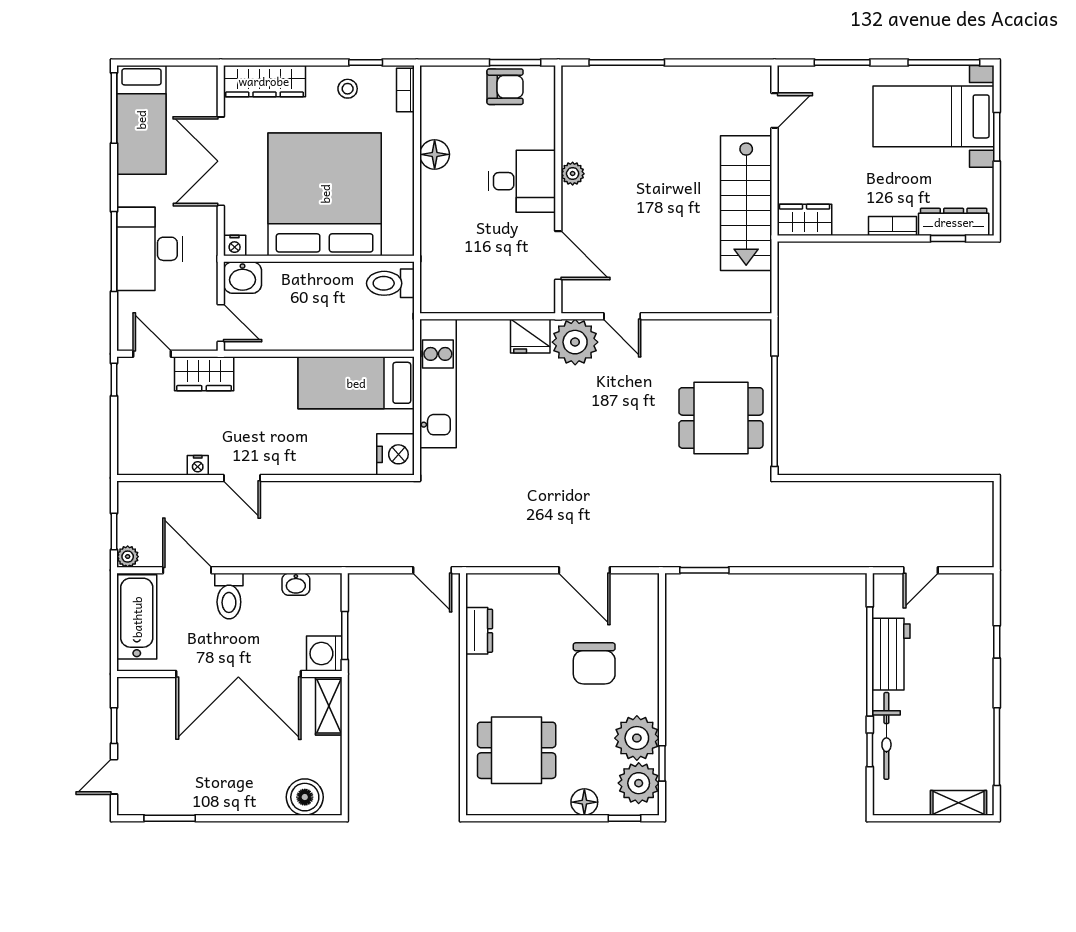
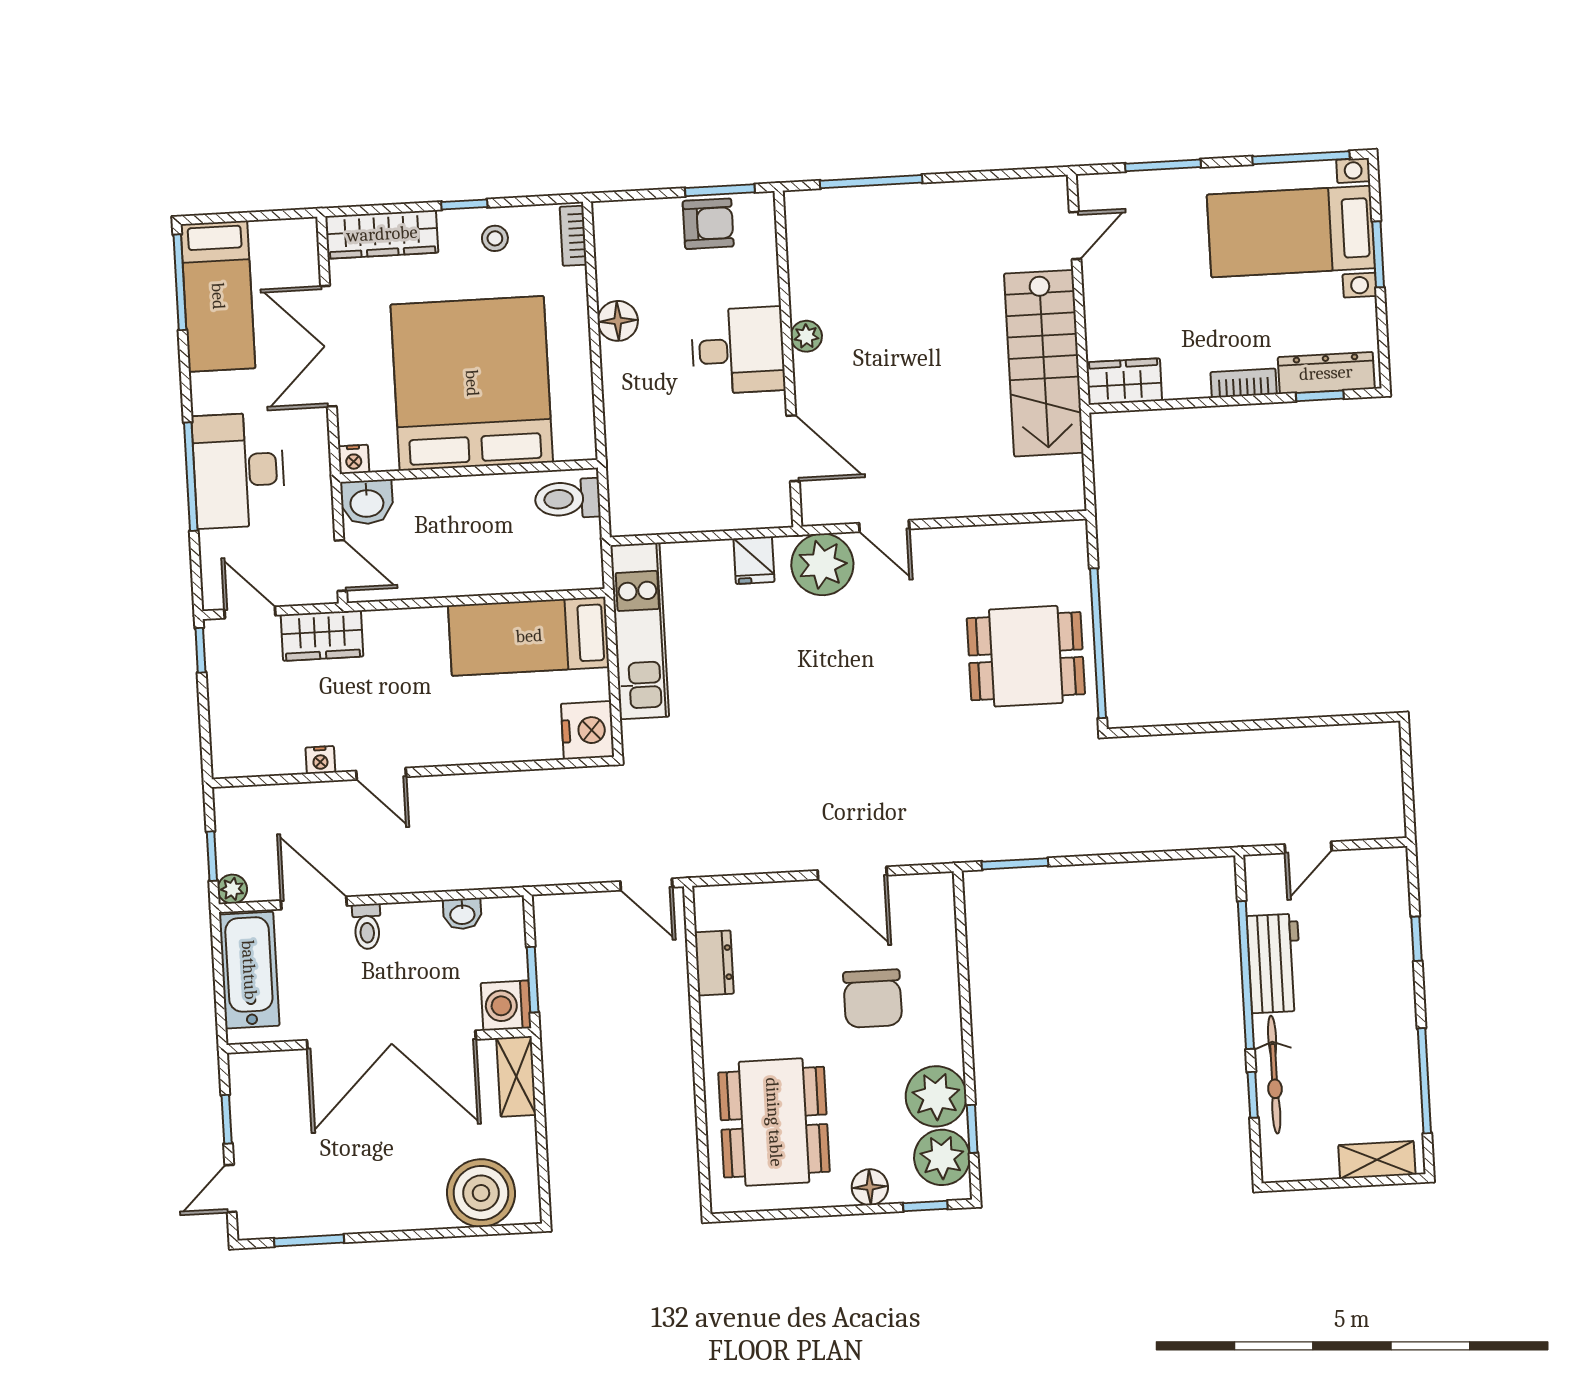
window: (366, 63) -> (464, 204), moved
fridge: (530, 336) -> (754, 560), width x0.72
toilet: (229, 596) -> (367, 926), width x0.73, depth x0.72
dining table: (517, 750) -> (774, 1122), width x1.38
boiler: (305, 797) -> (481, 1193), width x1.37, depth x1.37

